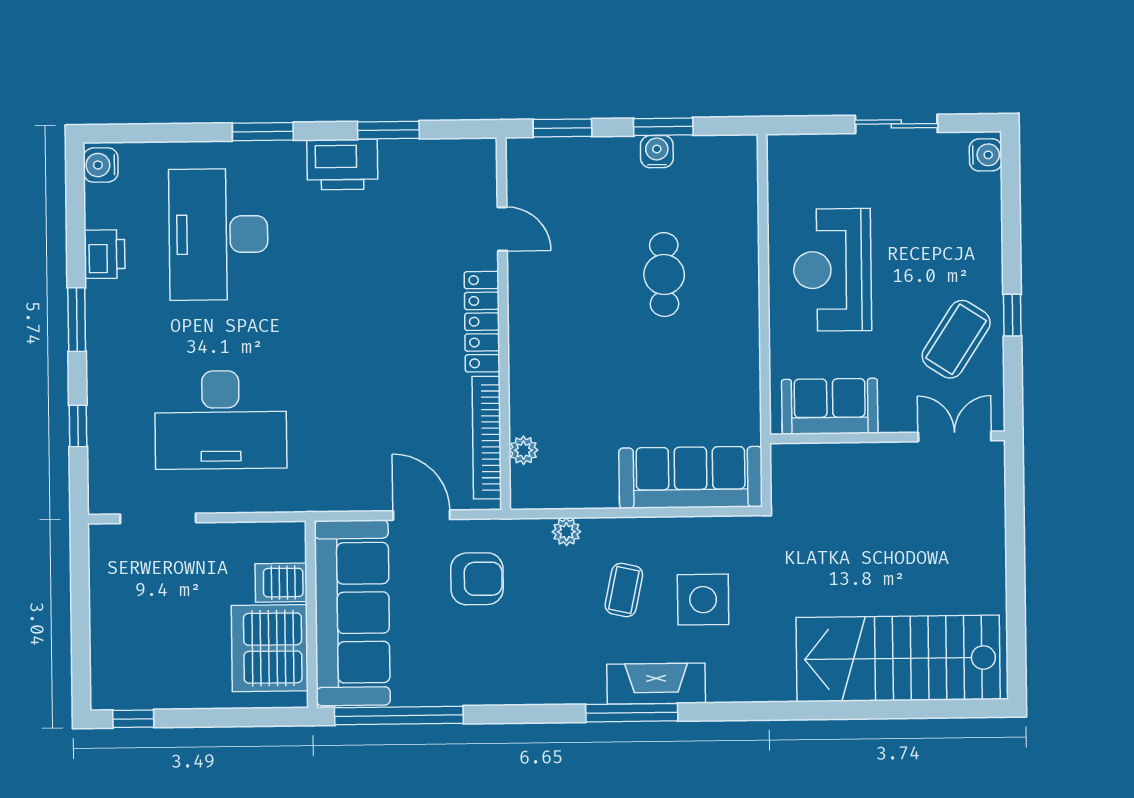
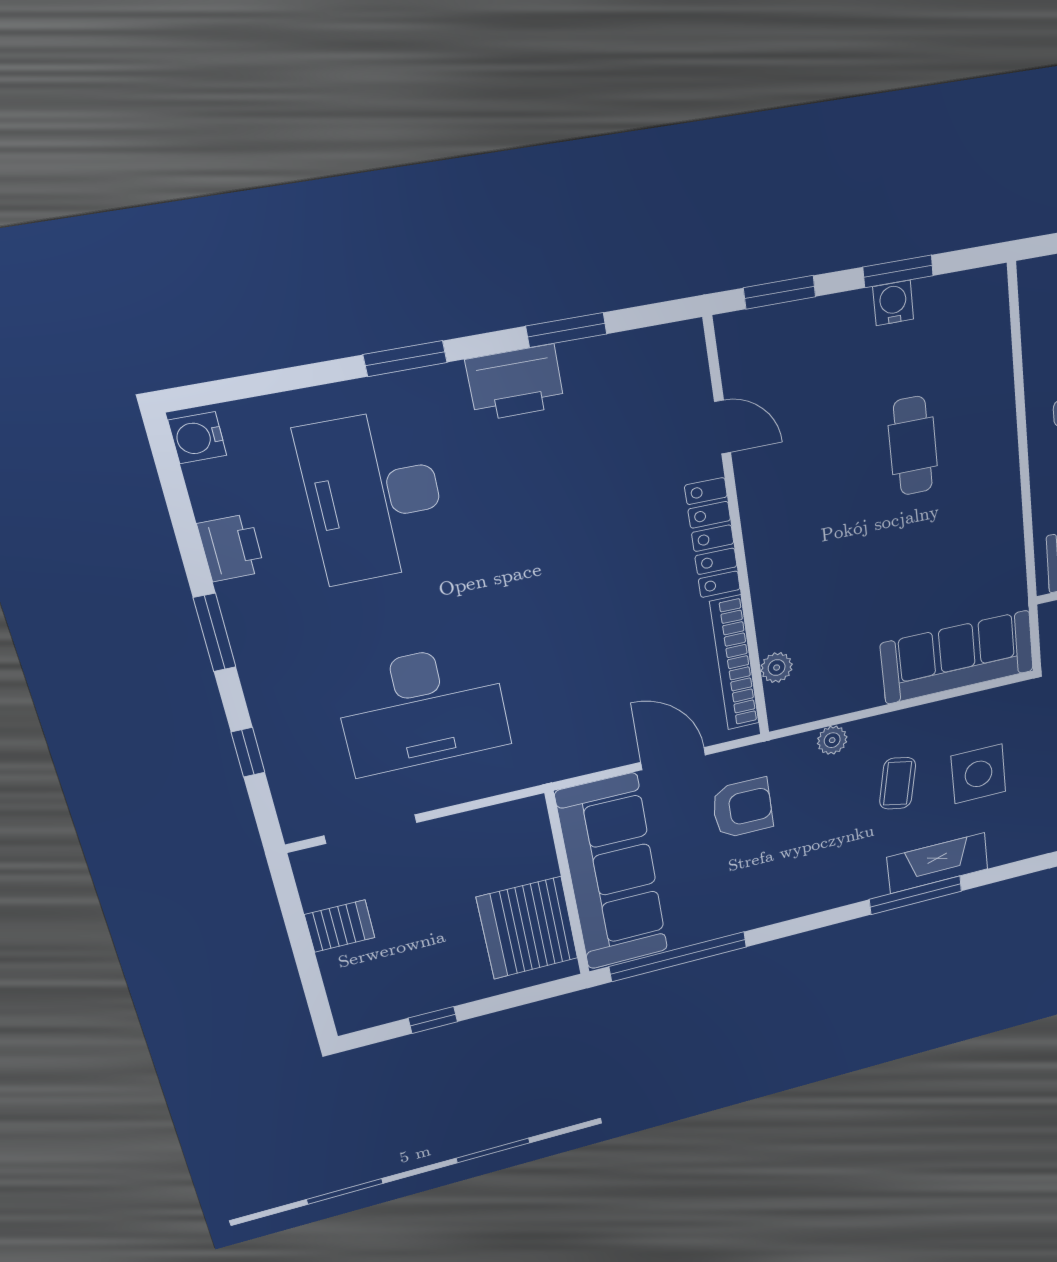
server rack: (281, 583) -> (340, 926), moved, turned 180
window: (133, 719) -> (433, 1020), moved

